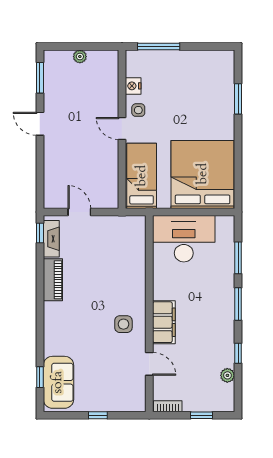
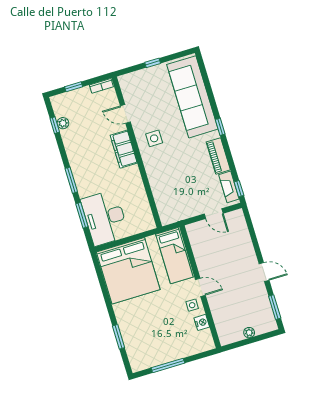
window: (159, 46) -> (168, 365), moved
desk: (184, 239) -> (105, 218), moved, turned 90
window: (238, 353) -> (55, 125), moved
window: (40, 377) -> (220, 127), moved
sofa: (58, 382) -> (192, 97), width x1.85, depth x1.27

